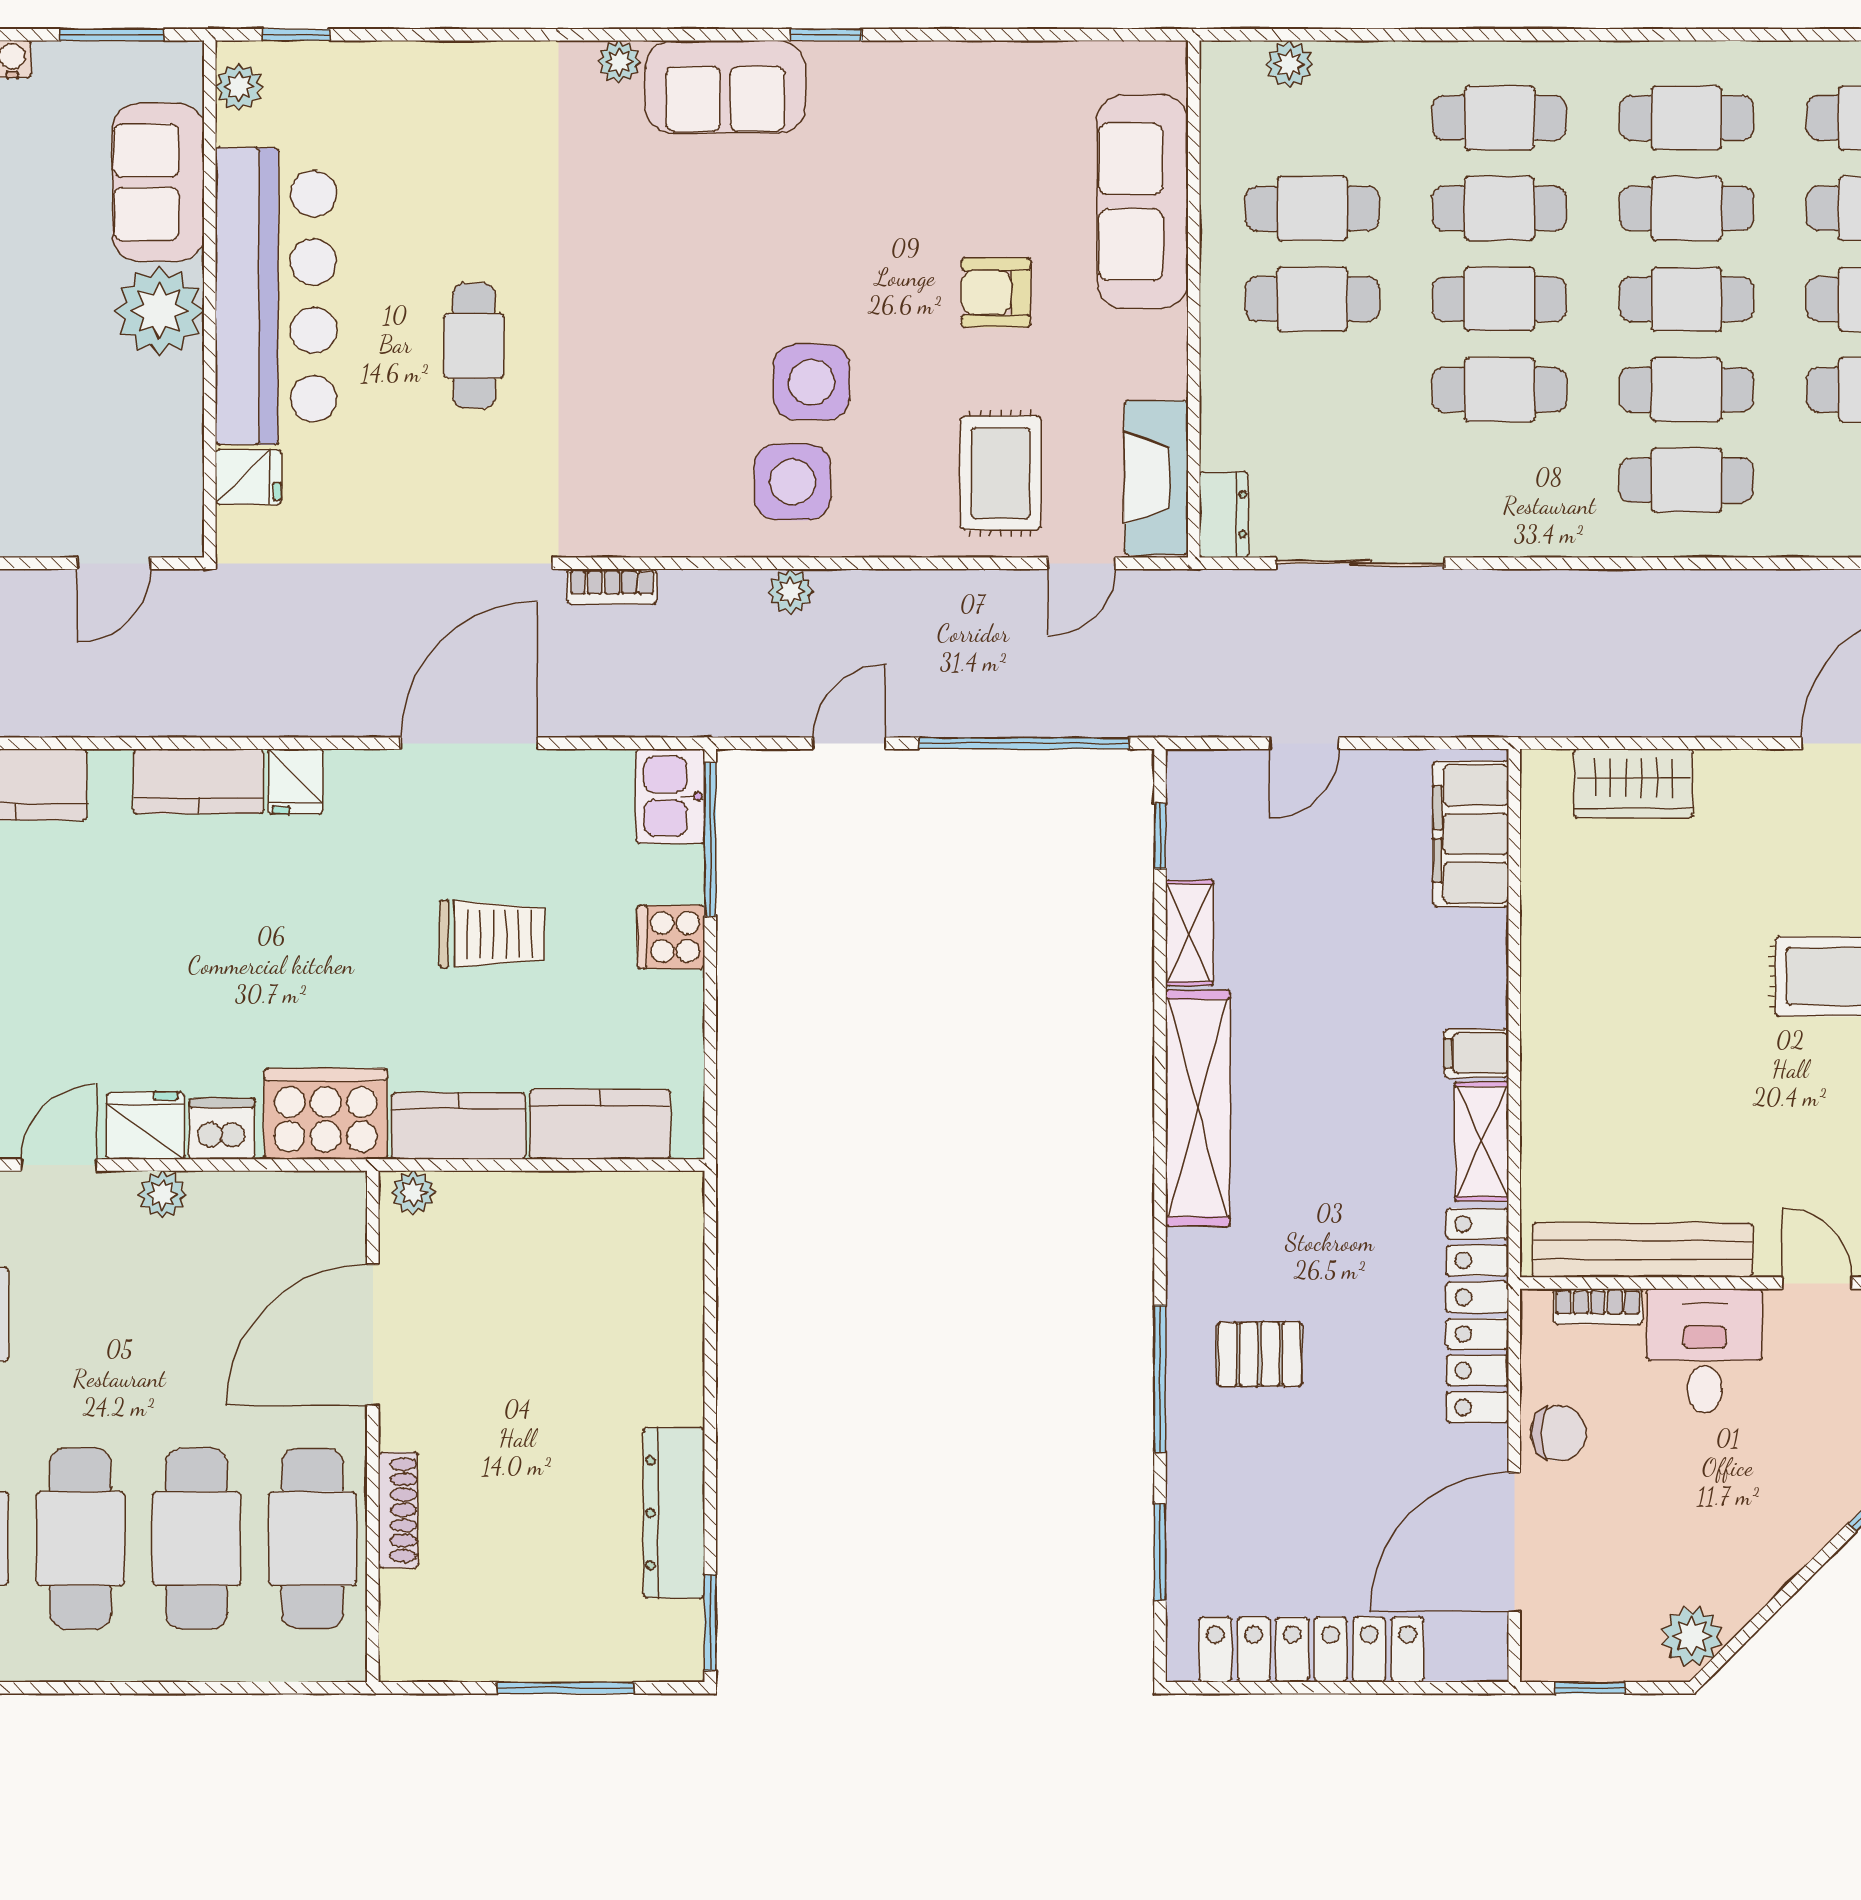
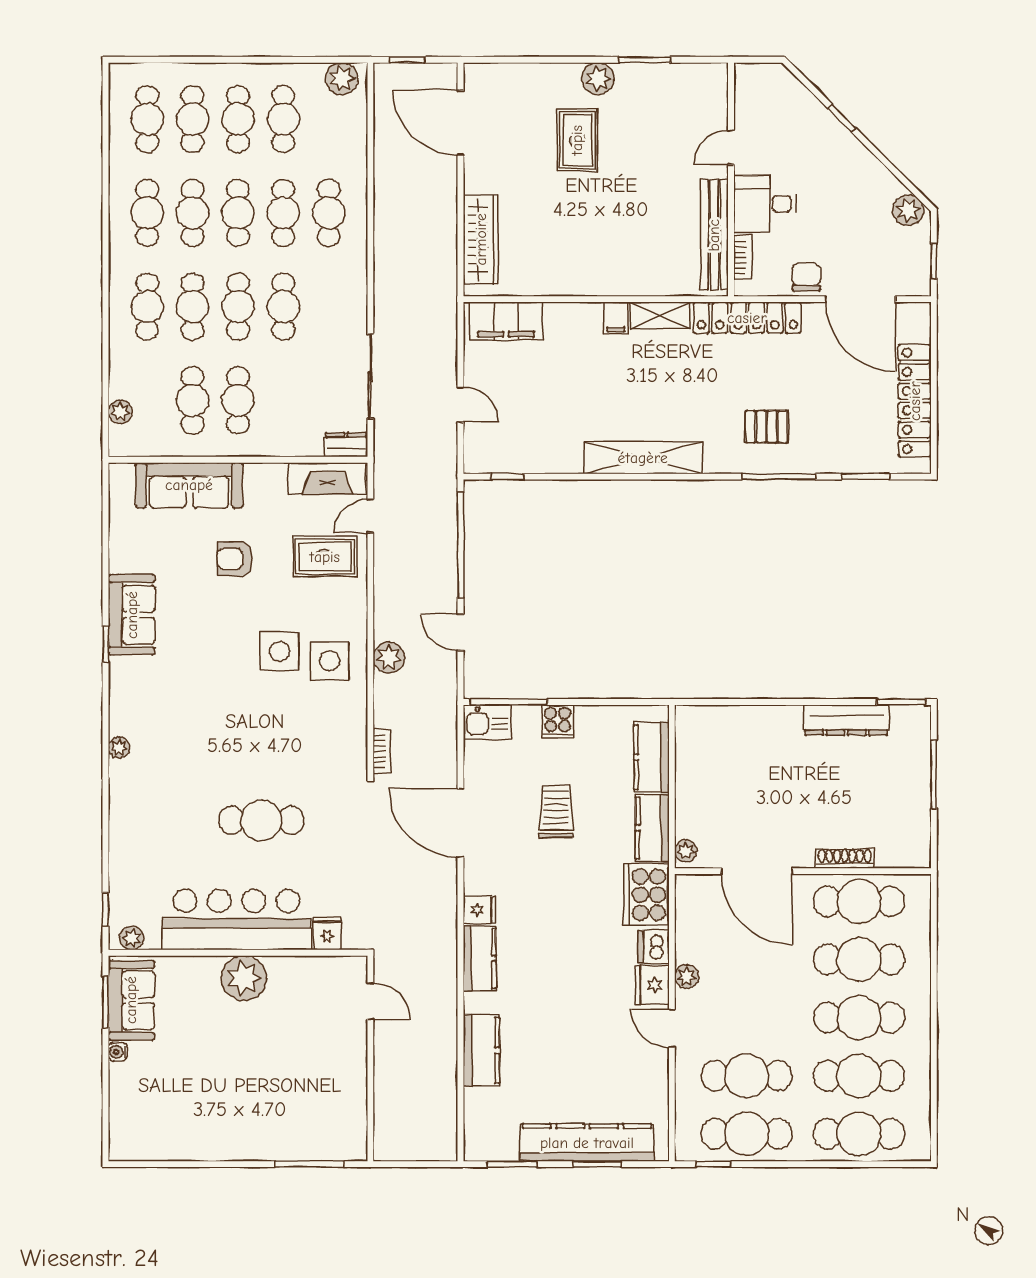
sofa: (725, 87) -> (132, 615), moved
sofa: (158, 182) -> (131, 1000), moved, turned -90
armchair: (996, 293) -> (235, 559), turned 90
cafe table: (474, 346) -> (261, 820), width x1.37, depth x1.35
door: (1081, 563) -> (370, 516), swing flipped
plant: (791, 592) -> (389, 658), width x1.38, depth x1.38
wardrobe: (1633, 783) -> (481, 239), width x1.50
shelving: (1189, 933) -> (556, 462), removed
pallet: (1260, 1354) -> (767, 427), turned 90

